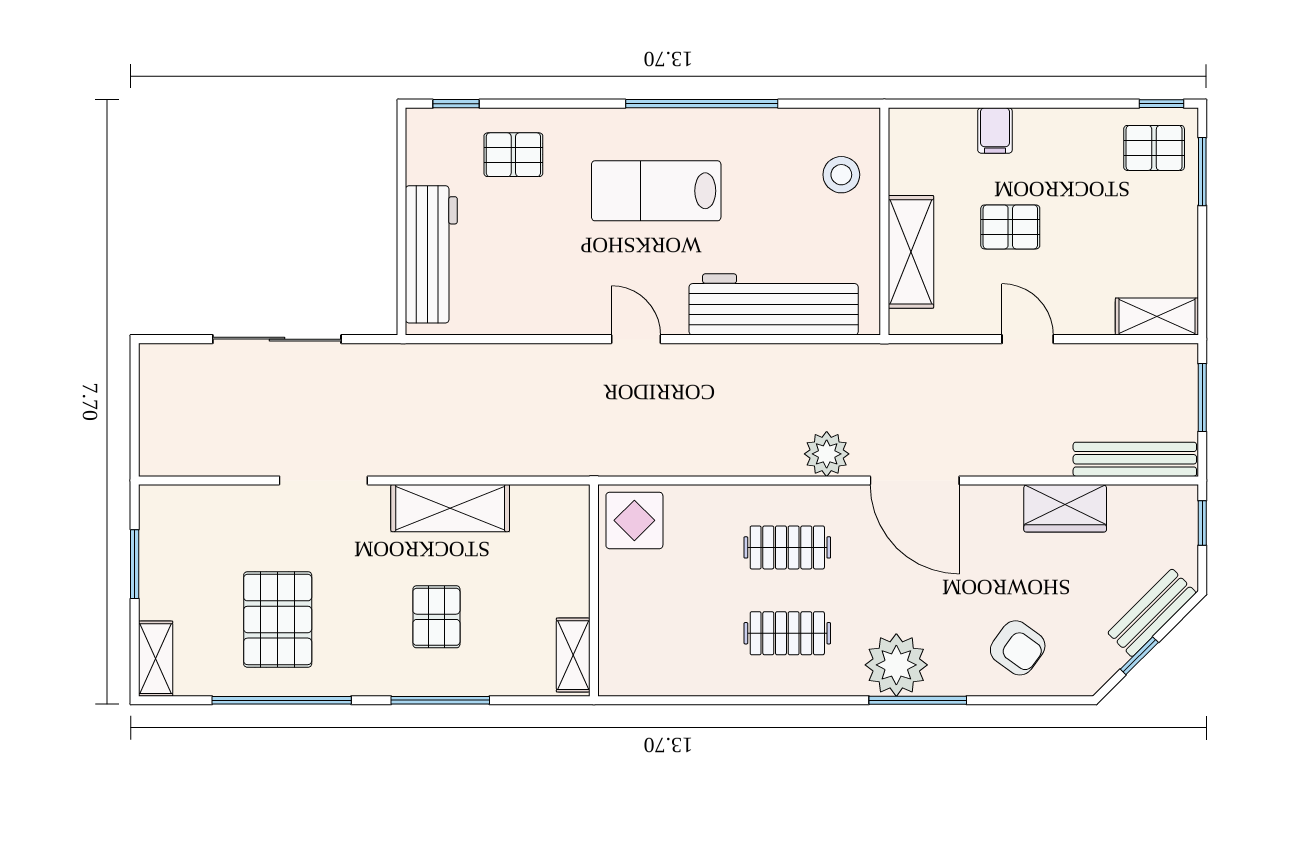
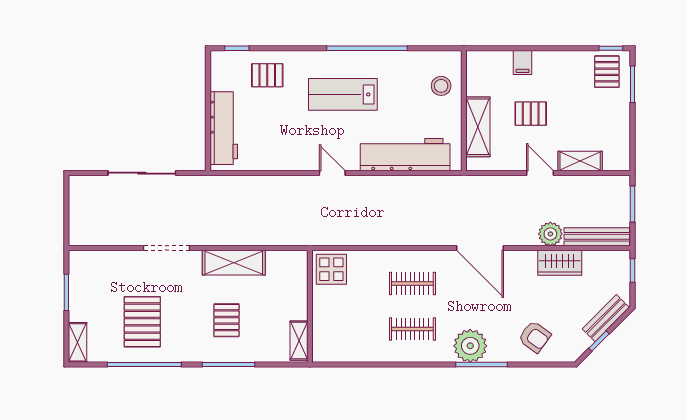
pallet: (1154, 148) -> (607, 72), turned 90
shelving: (1157, 317) -> (580, 161), moved
plant: (827, 454) -> (550, 234), moved

